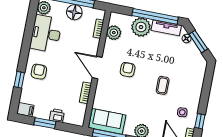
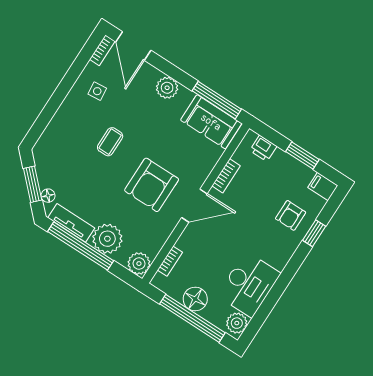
plant: (114, 33) -> (139, 264), moved
door: (97, 68) -> (194, 206), hinge flipped
armchair: (128, 70) -> (152, 185), width x1.88, depth x1.88
armchair: (39, 72) -> (291, 215), moved
printer: (57, 116) -> (263, 148), moved
window: (200, 121) -> (77, 68), removed

